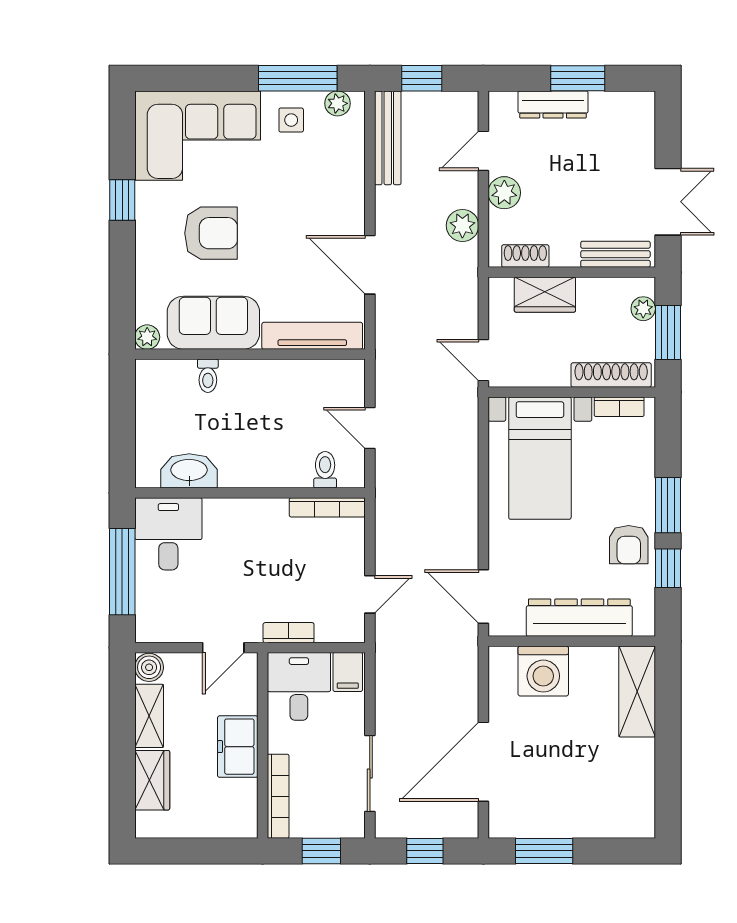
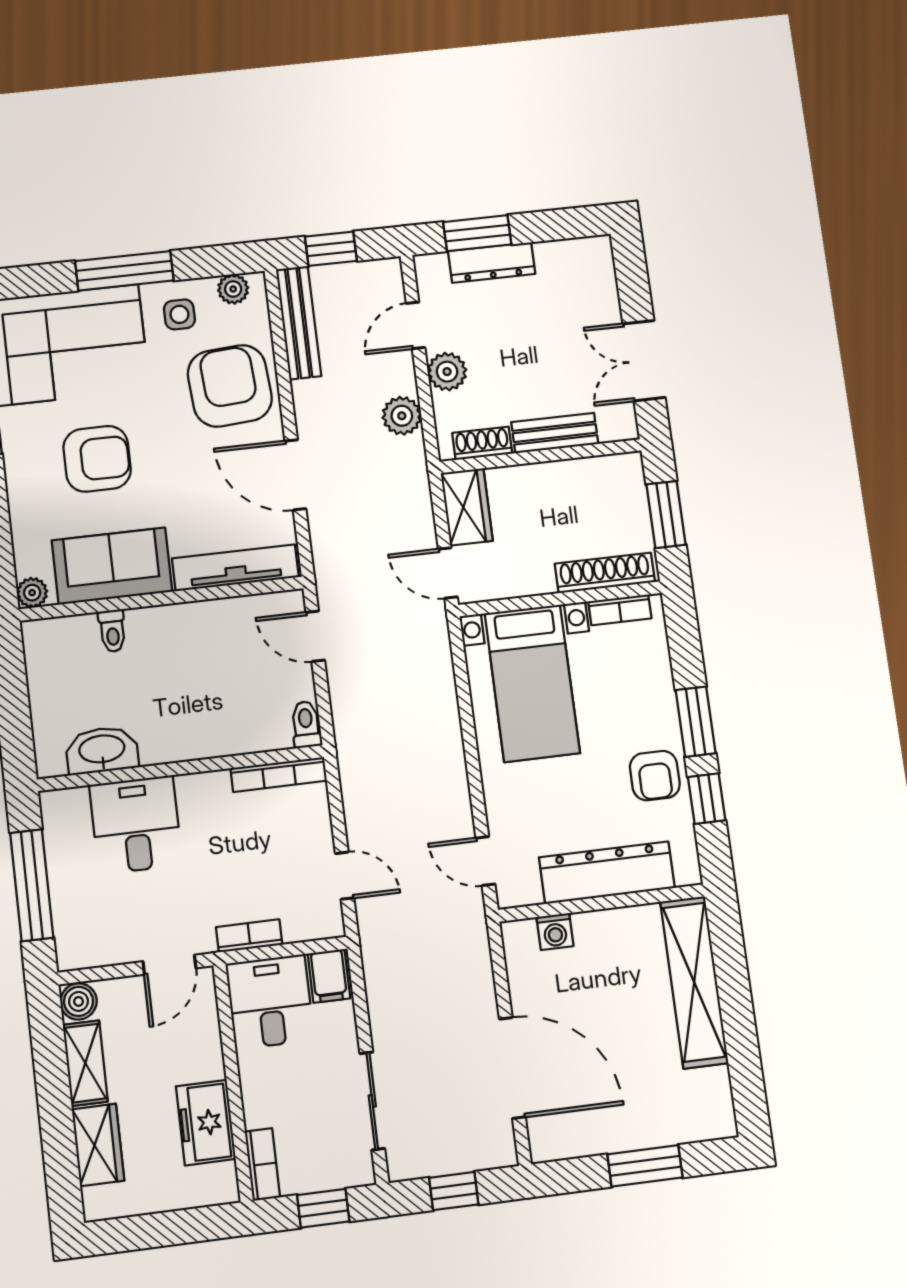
window: (298, 78) -> (124, 271), moved
window: (578, 78) -> (477, 233), moved
armchair: (325, 185) -> (230, 386), added
double door: (668, 202) -> (644, 361), swing flipped
bench: (615, 254) -> (555, 433), moved
wardrobe: (545, 295) -> (467, 507), moved, turned -90
plant: (643, 309) -> (632, 490), removed
door: (370, 428) -> (315, 636), moved
toilet: (325, 470) -> (306, 724), moved
desk: (168, 534) -> (136, 825), moved
door: (370, 594) -> (345, 876), hinge flipped
door: (483, 597) -> (485, 861), width x0.73
washing machine: (543, 671) -> (555, 932), width x0.53, depth x0.53
shelving: (637, 692) -> (694, 982), width x1.47
freezer: (238, 747) -> (206, 1123), moved
door: (483, 762) -> (512, 1068), swing flipped
bookcase: (278, 796) -> (262, 1164), width x0.64
window: (544, 851) -> (645, 1166), moved

